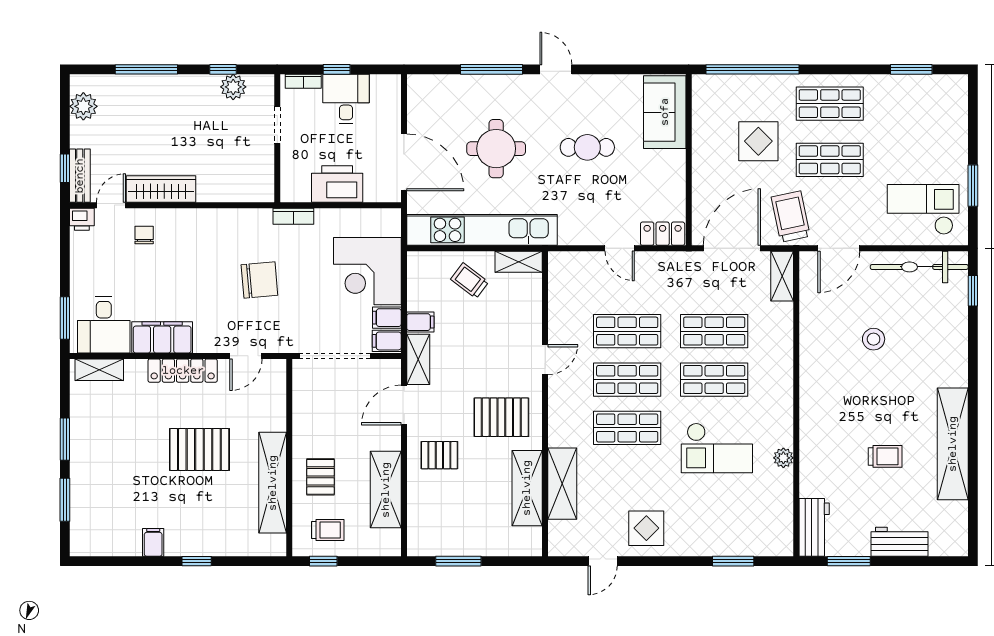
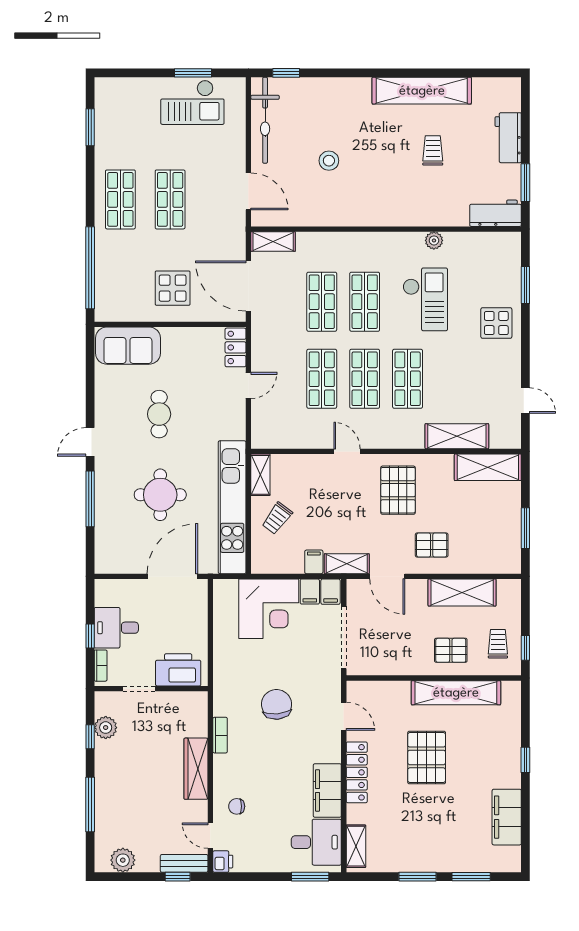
display table: (758, 141) -> (173, 288), moved
printer: (337, 184) -> (178, 670), moved, turned 90
wardrobe: (161, 189) -> (196, 769), moved
checkout: (923, 209) -> (192, 102), moved, turned -90
bookcase: (293, 216) -> (220, 735), moved
trolley: (791, 216) -> (220, 234), removed
pallet: (439, 455) -> (432, 545), turned 90
shelving: (527, 488) -> (488, 467), moved
display table: (646, 528) -> (496, 323), moved
filing cabinet: (153, 542) -> (507, 817), width x3.00, depth x1.17

